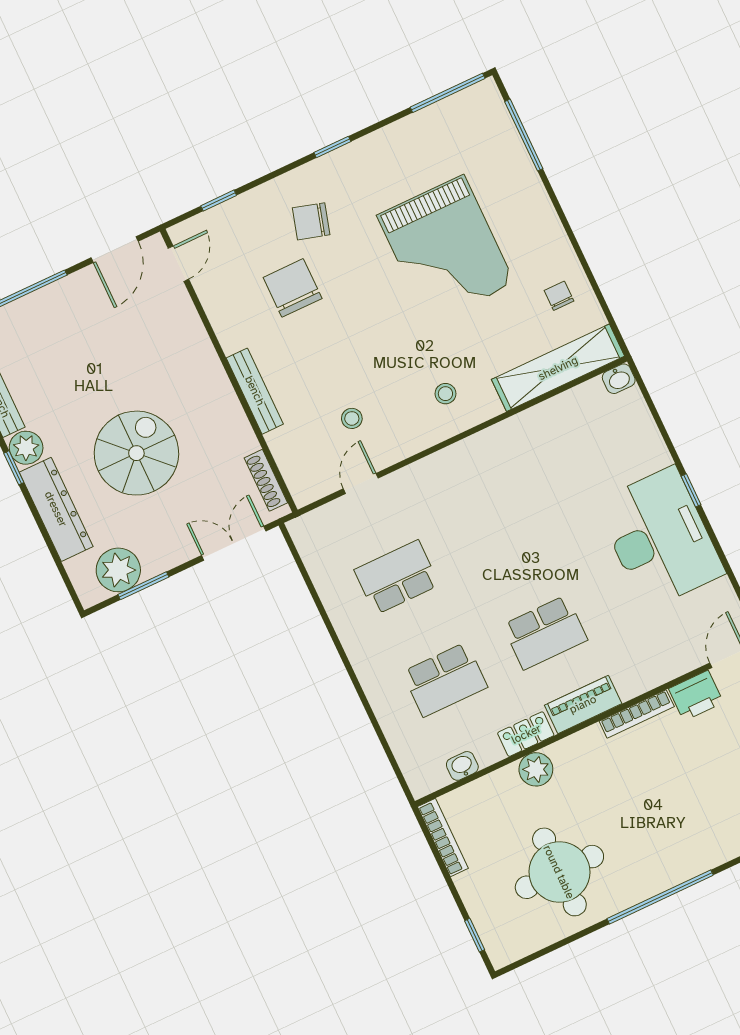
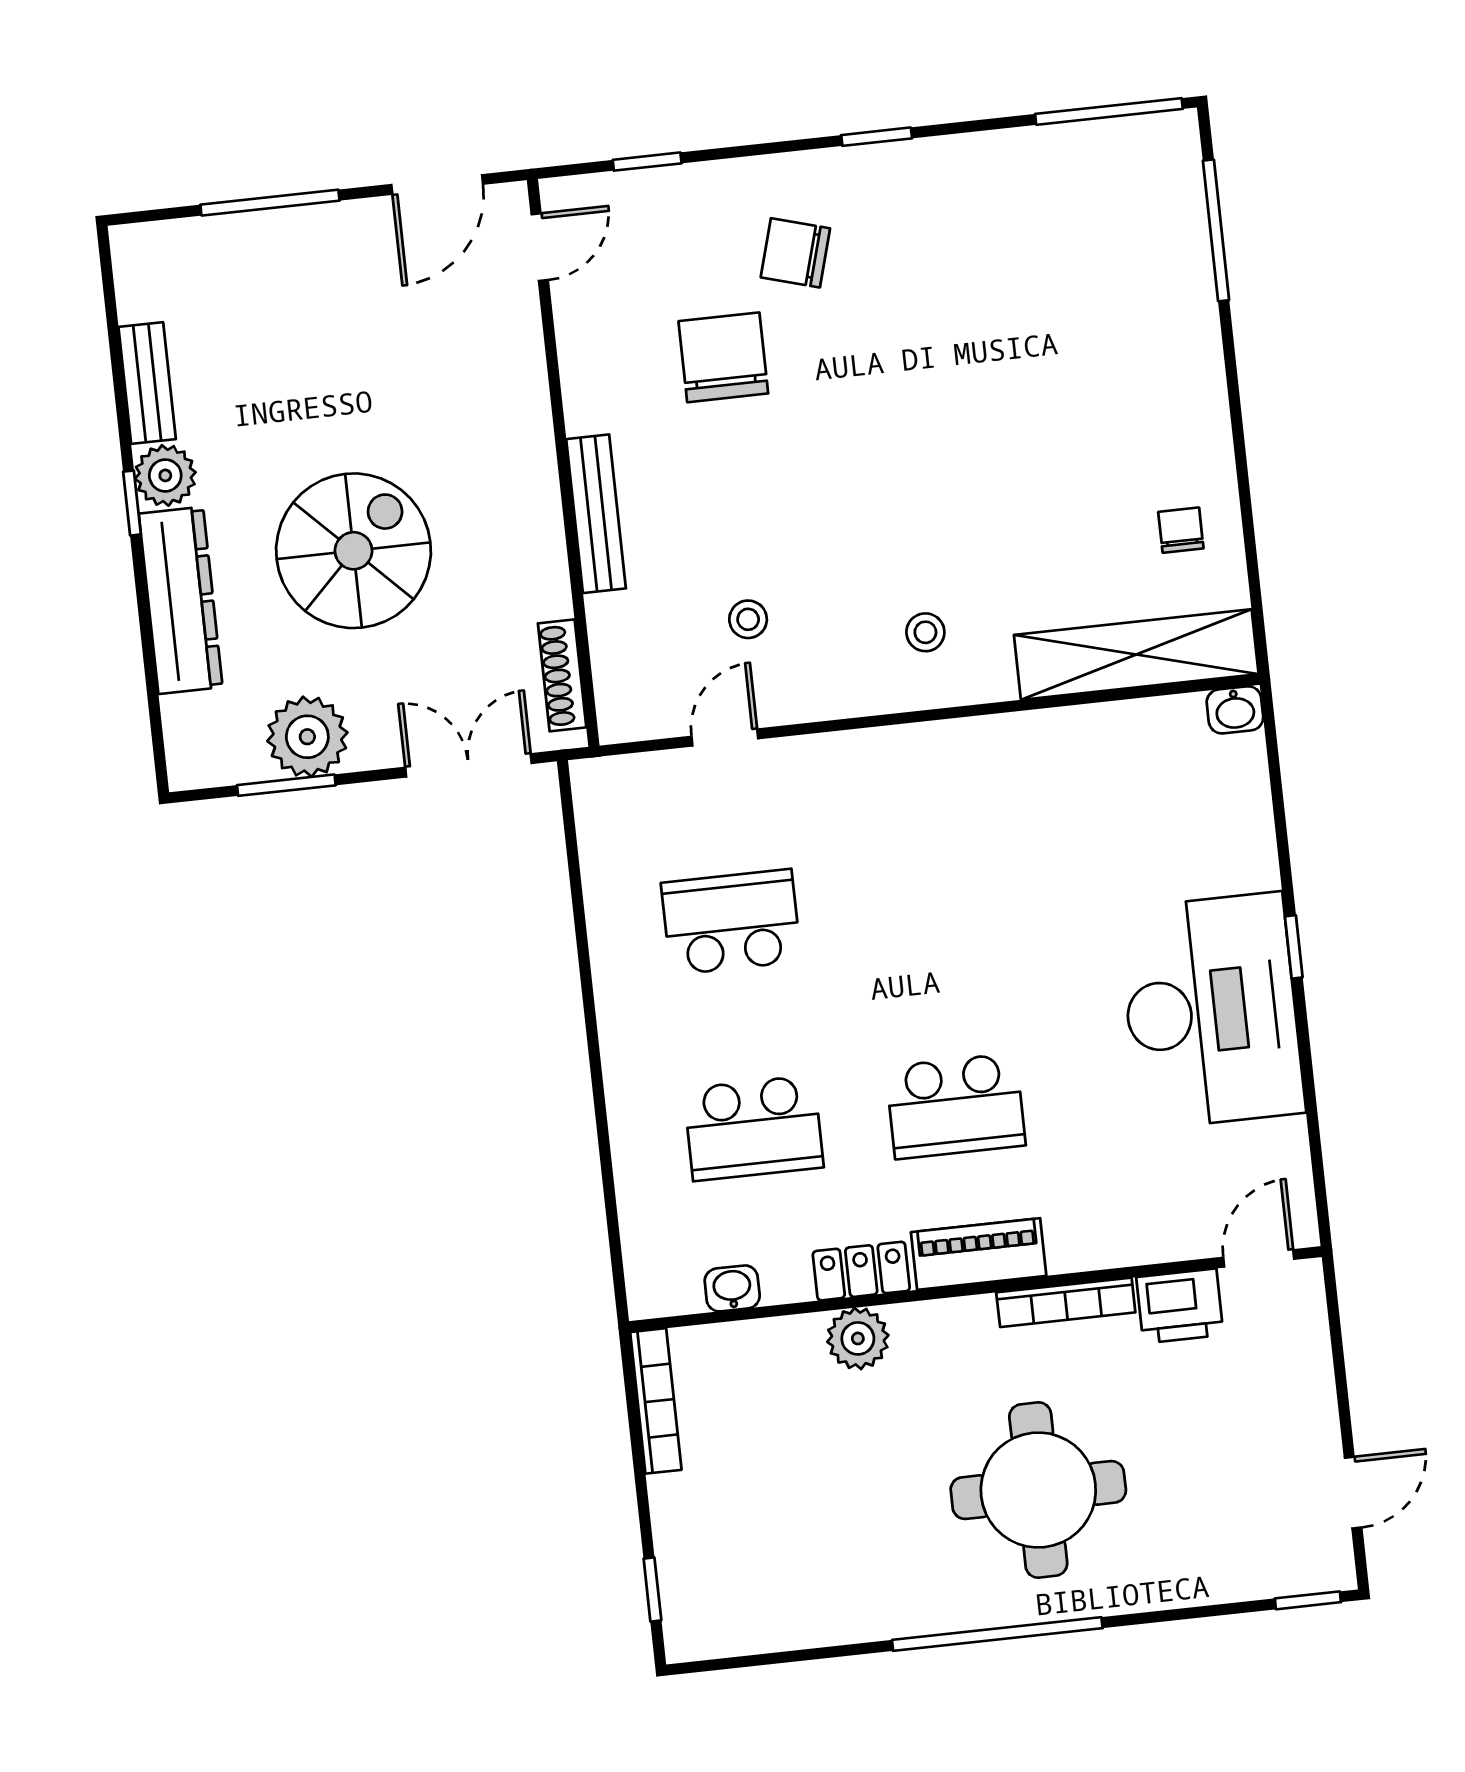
grand piano: (446, 249) -> (1012, 382), removed
plant: (118, 570) -> (307, 737), moved
round table: (559, 872) -> (1038, 1490), moved

